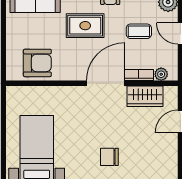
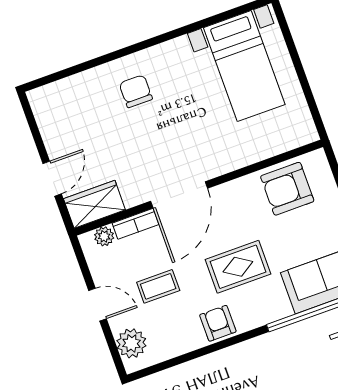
wardrobe: (145, 96) -> (94, 204), moved
chair: (109, 157) -> (136, 91), turned -90

